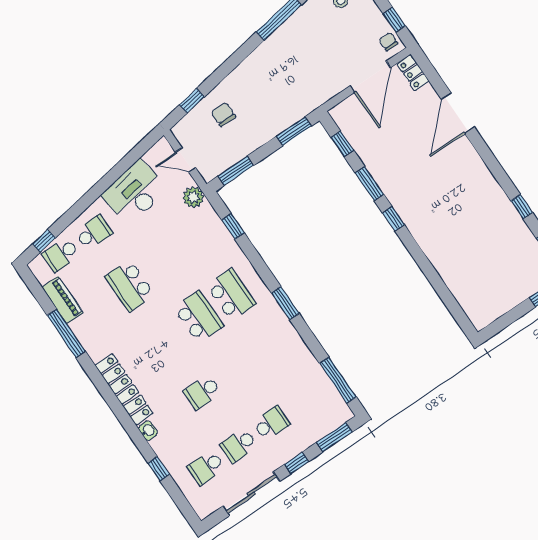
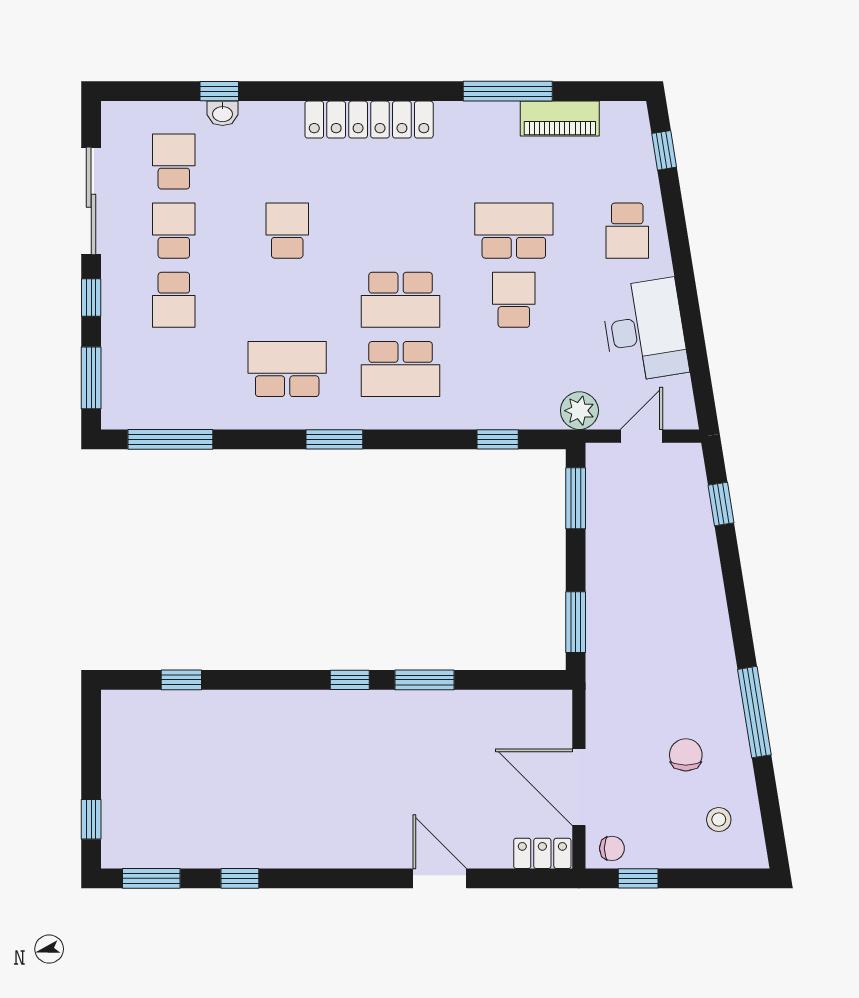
door: (458, 113) -> (440, 878), width x0.73
chair: (223, 114) -> (686, 755), moved, turned -90
window: (342, 144) -> (181, 680), moved
school desk: (61, 255) -> (514, 300), moved
school desk: (267, 348) -> (287, 369), added
washbasin: (148, 431) -> (223, 113), moved

